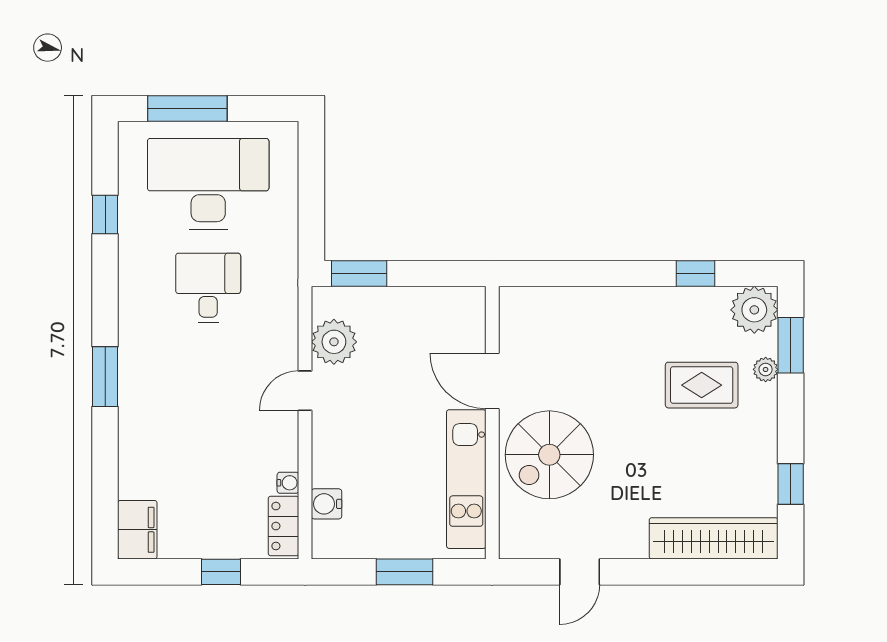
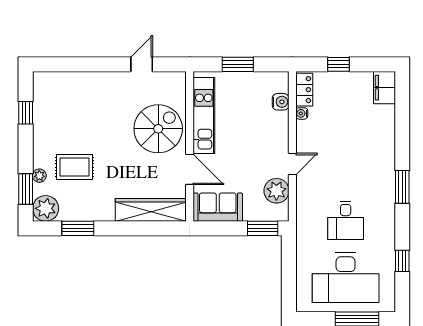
window: (695, 274) -> (78, 228), width x1.50
sofa: (441, 312) -> (218, 207), added
window: (105, 377) -> (402, 187), moved
wardrobe: (714, 538) -> (151, 210), moved, turned 180

